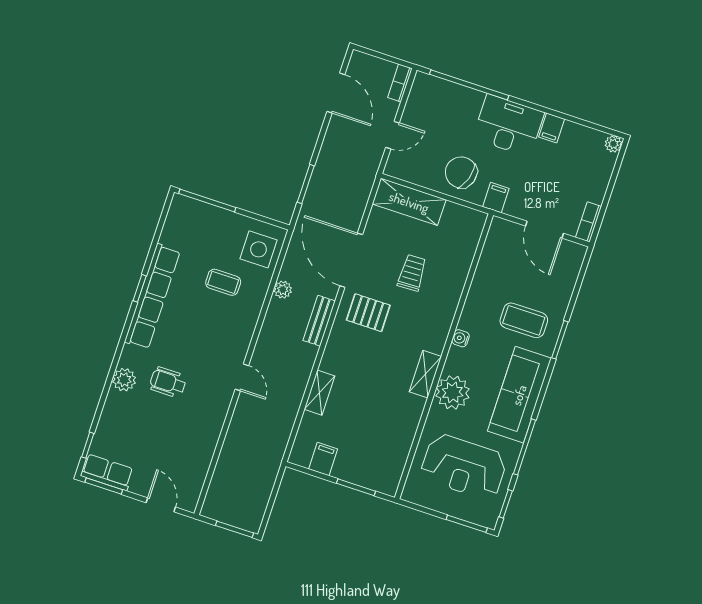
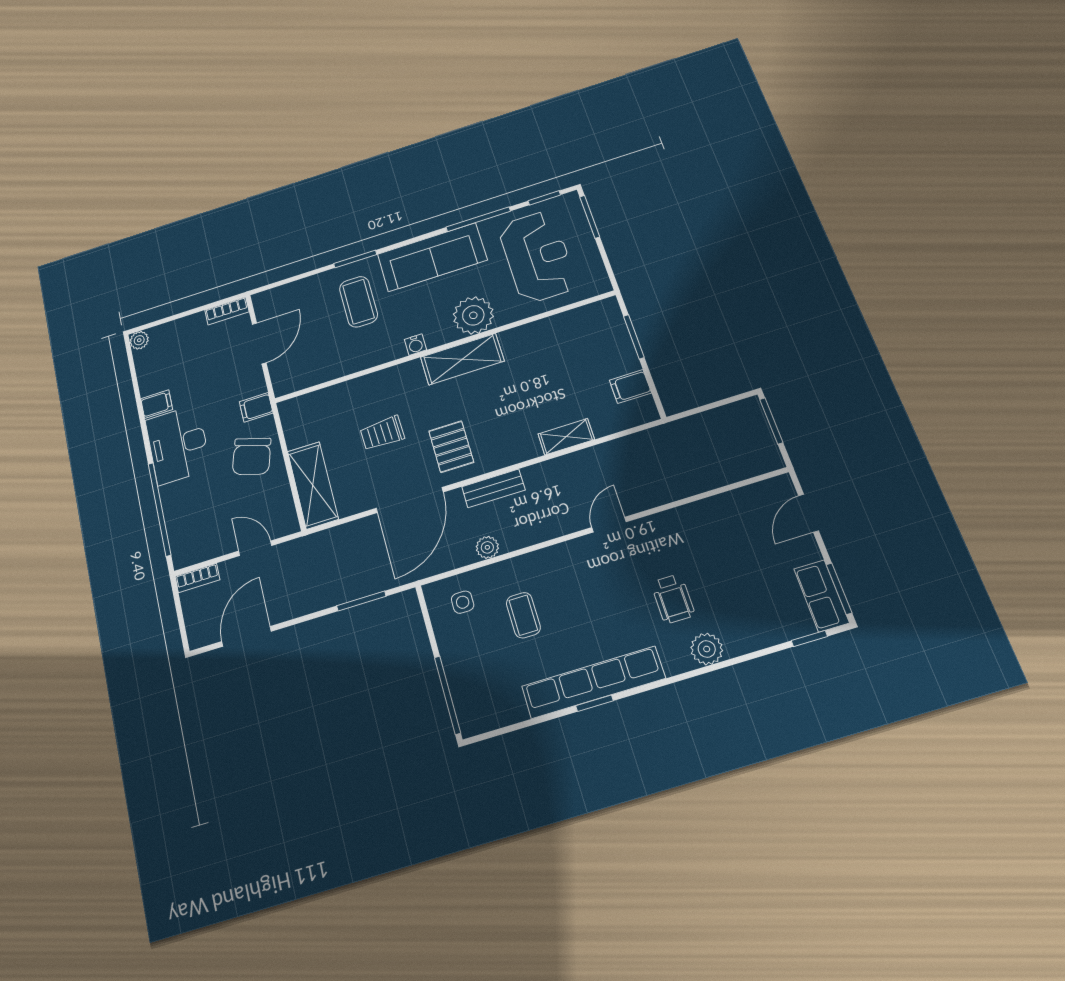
side table: (259, 249) -> (463, 602), width x0.54, depth x0.54
shelving: (425, 374) -> (462, 359), width x1.50, depth x1.33

